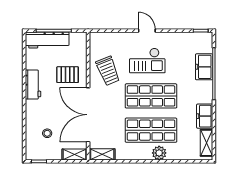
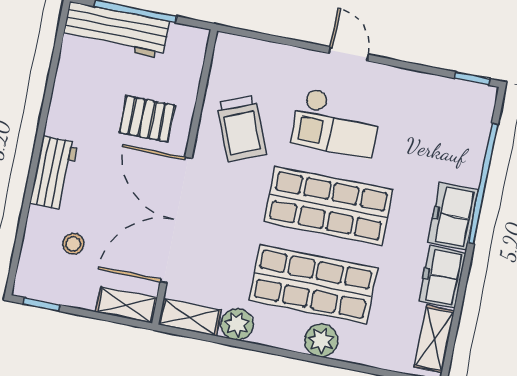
freezer: (204, 67) -> (453, 216), moved
workbench: (33, 85) -> (54, 173), moved
plant: (123, 153) -> (237, 324), added

